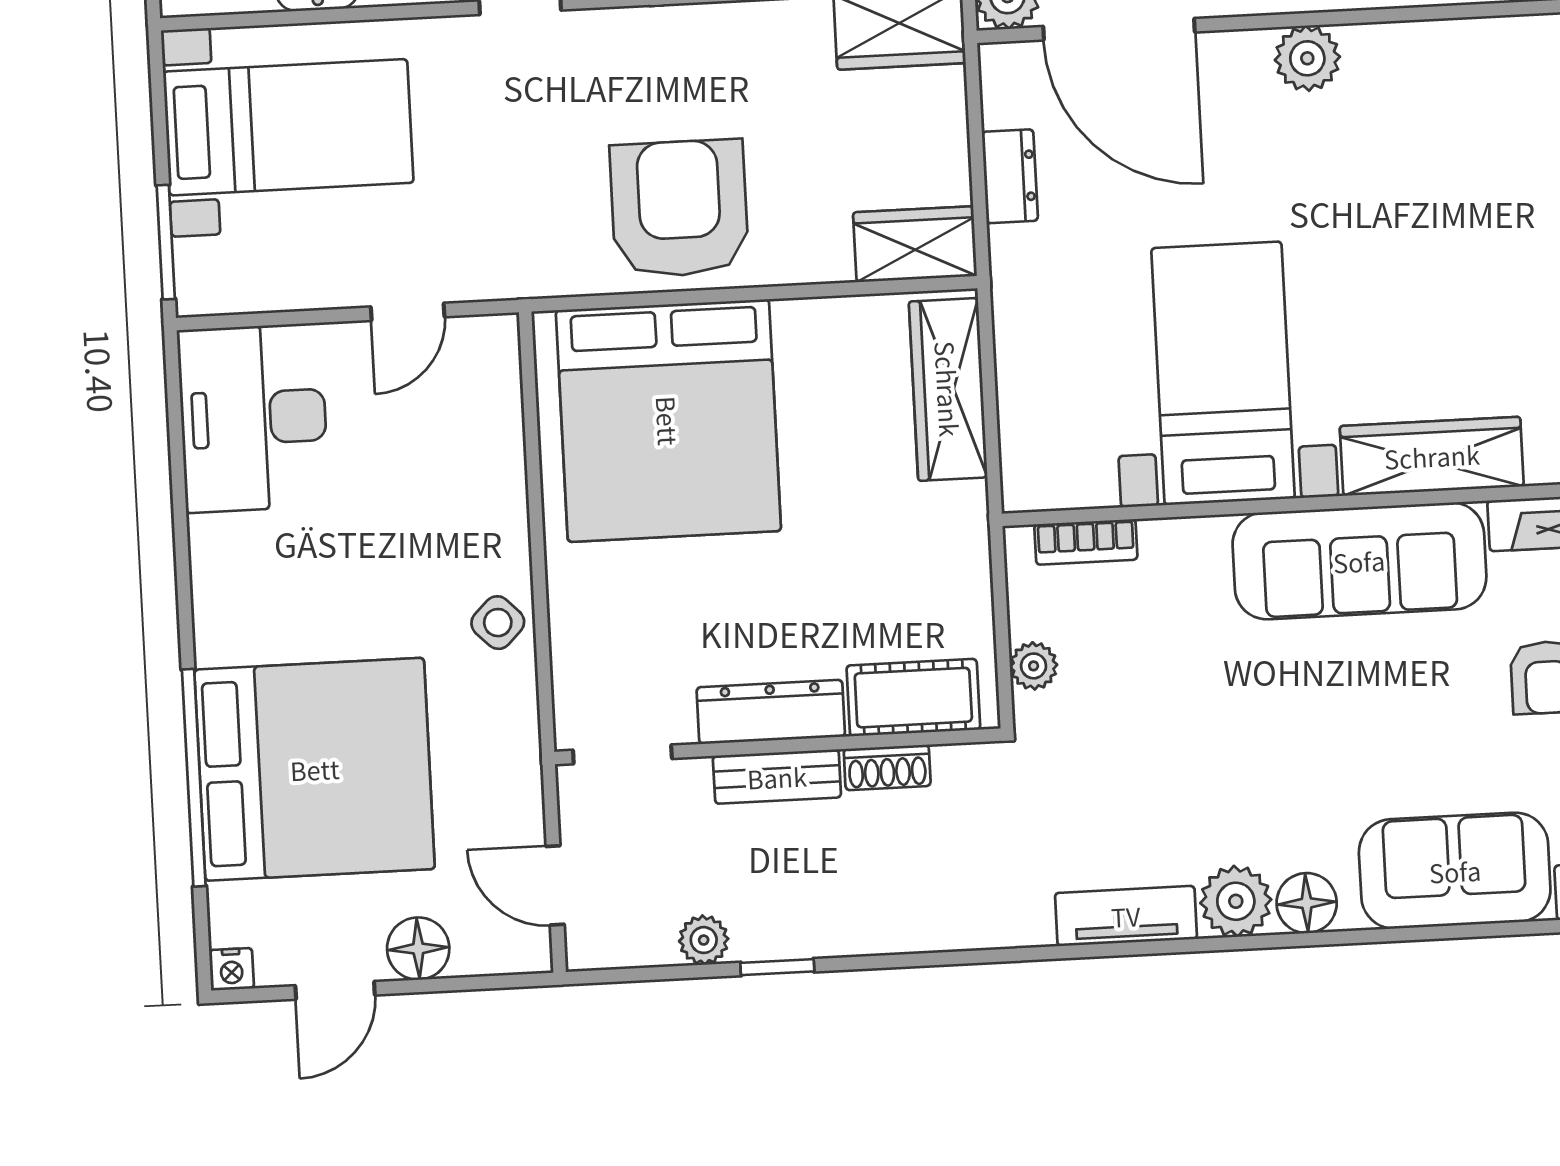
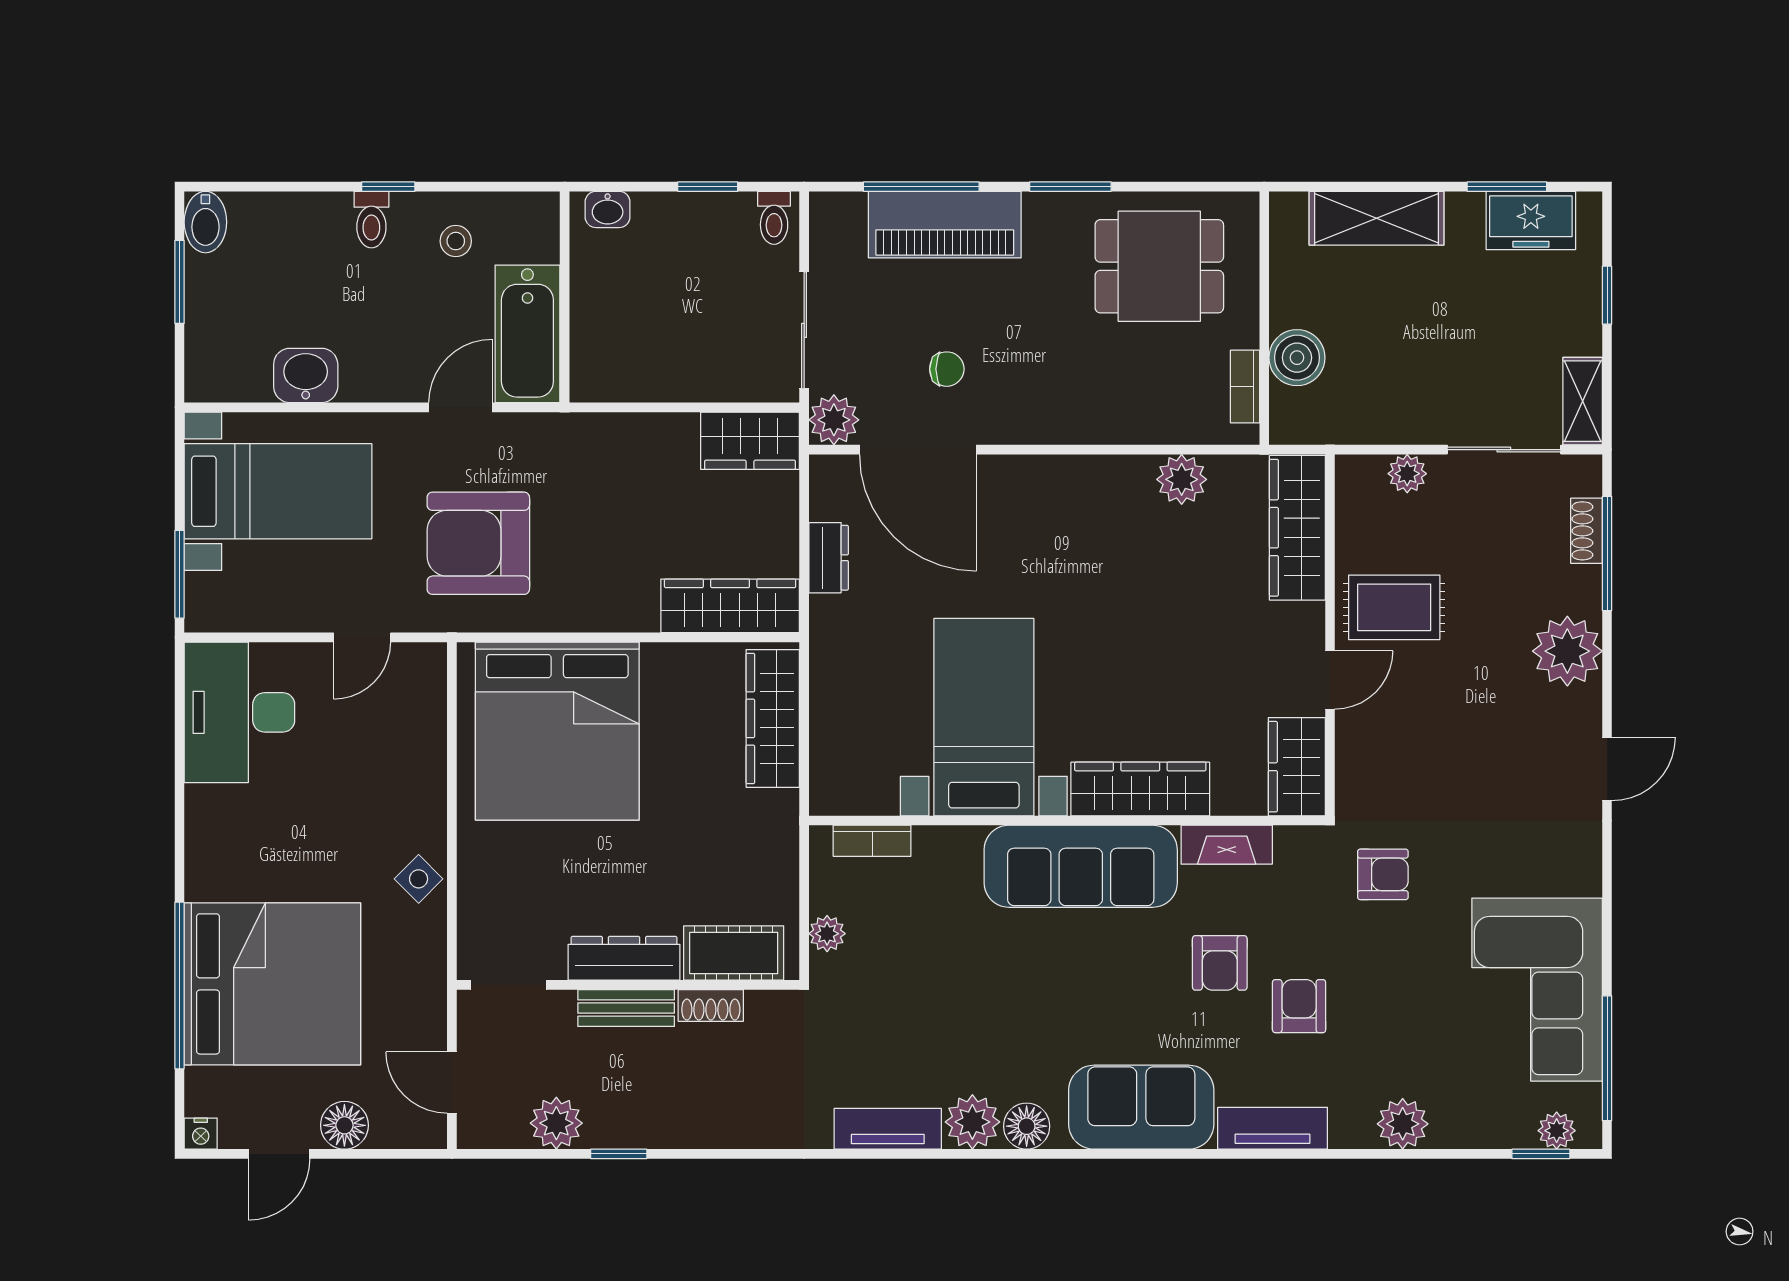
plant: (1307, 58) -> (1182, 479), moved
armchair: (679, 208) -> (478, 543), moved, turned -90
wardrobe: (915, 244) -> (730, 606), width x1.50
plant: (704, 940) -> (556, 1123), width x1.38, depth x1.38

